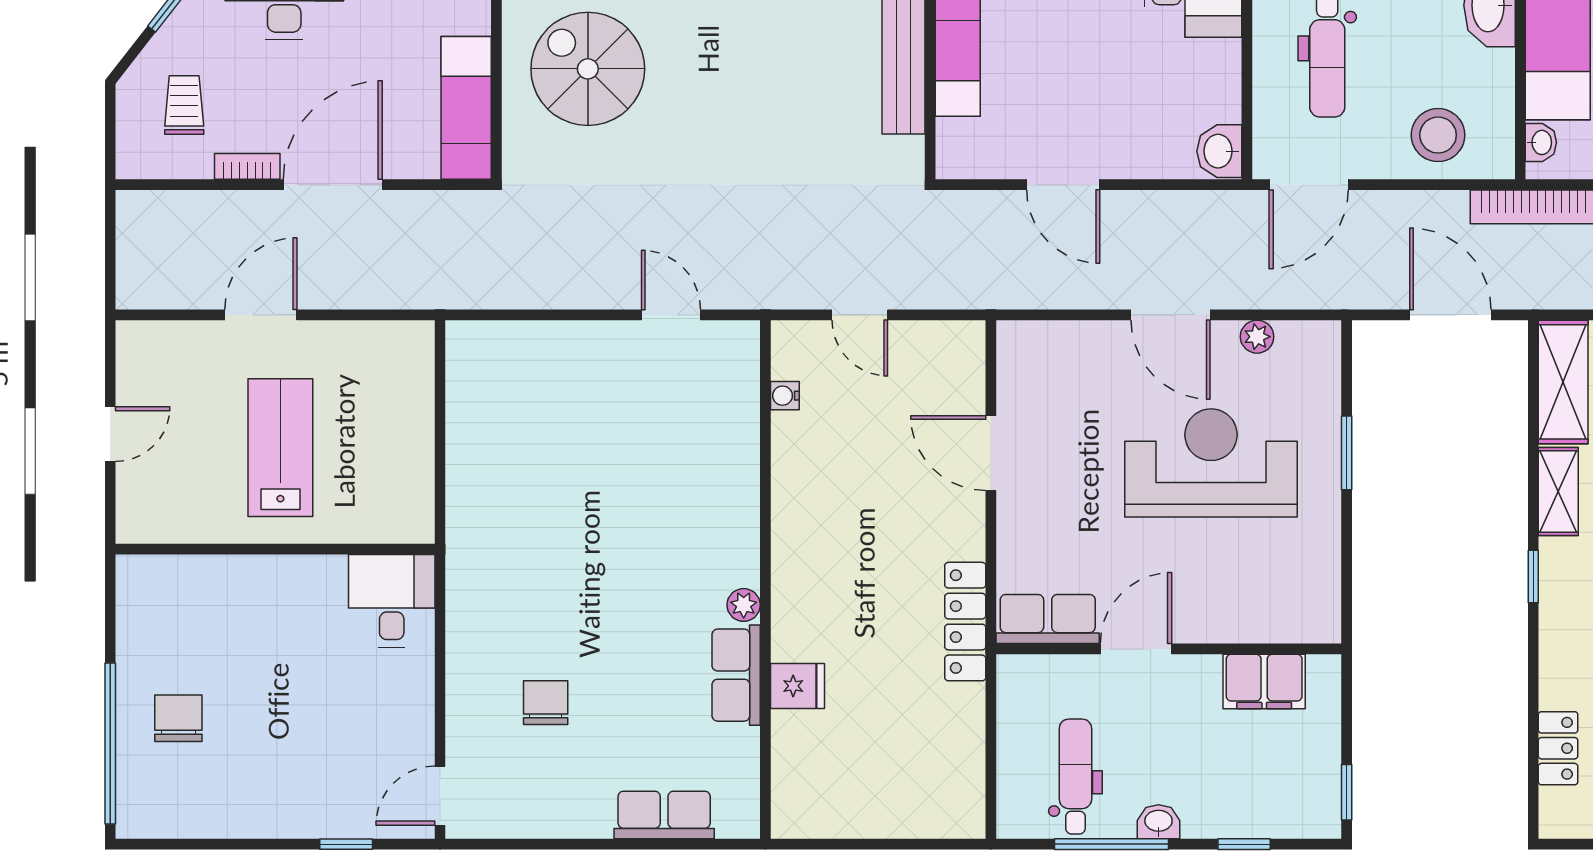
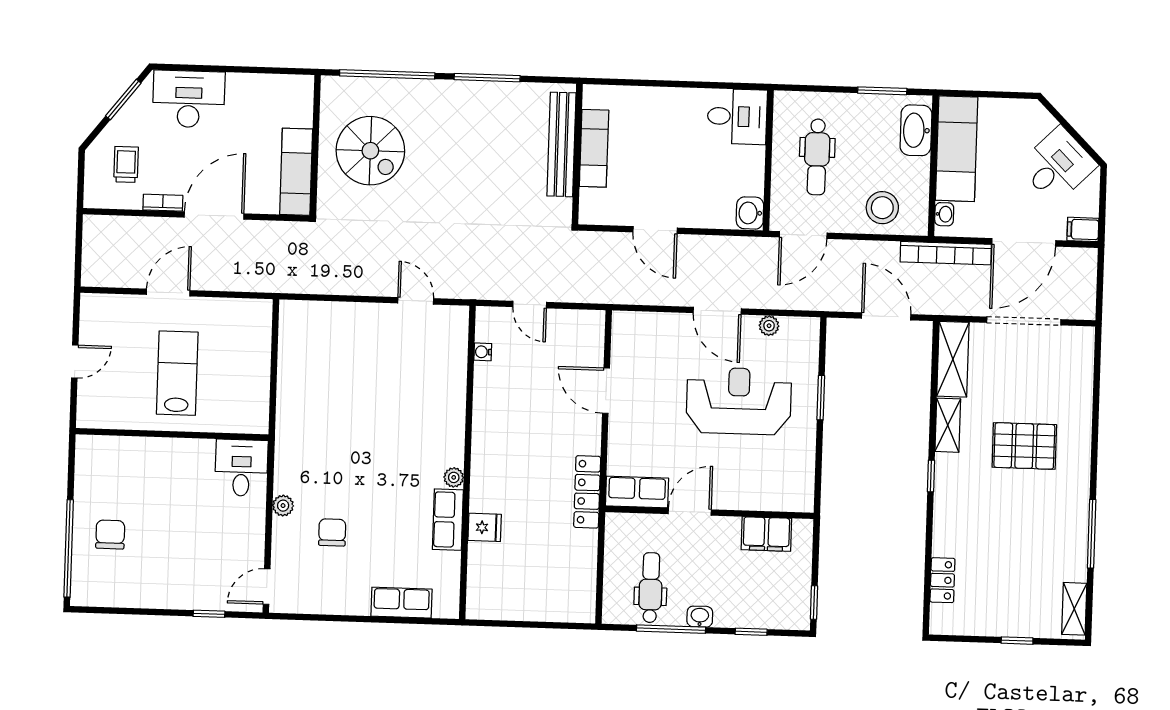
spiral stairs: (588, 69) -> (370, 151), turned 180
plant: (463, 661) -> (283, 506), added

